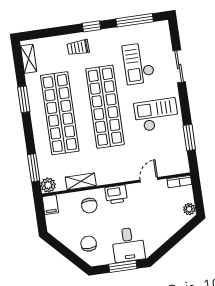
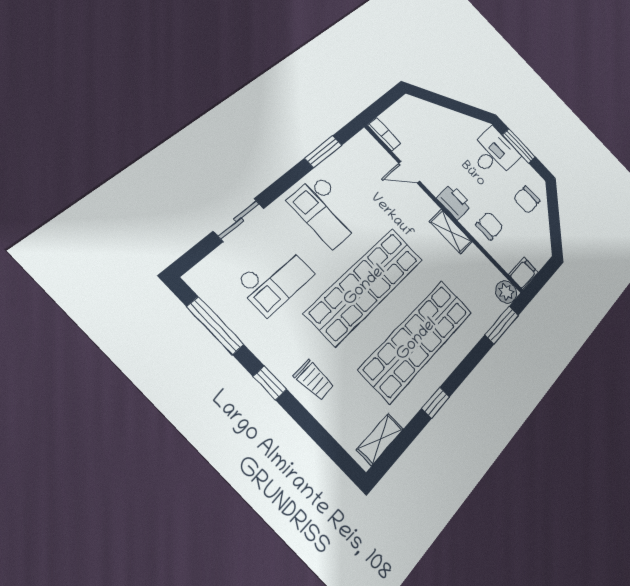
window: (24, 99) -> (436, 403), width x0.67
shelving: (81, 181) -> (451, 232), moved
plant: (189, 209) -> (405, 105), removed

